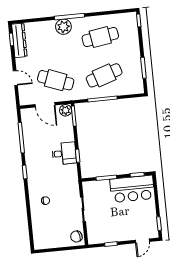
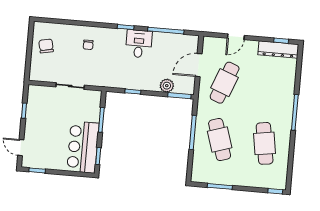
plant: (63, 27) -> (284, 103), removed
plant: (66, 110) -> (167, 86), moved
desk: (64, 153) -> (139, 44), moved, turned 180
chair: (76, 236) -> (46, 46), moved

